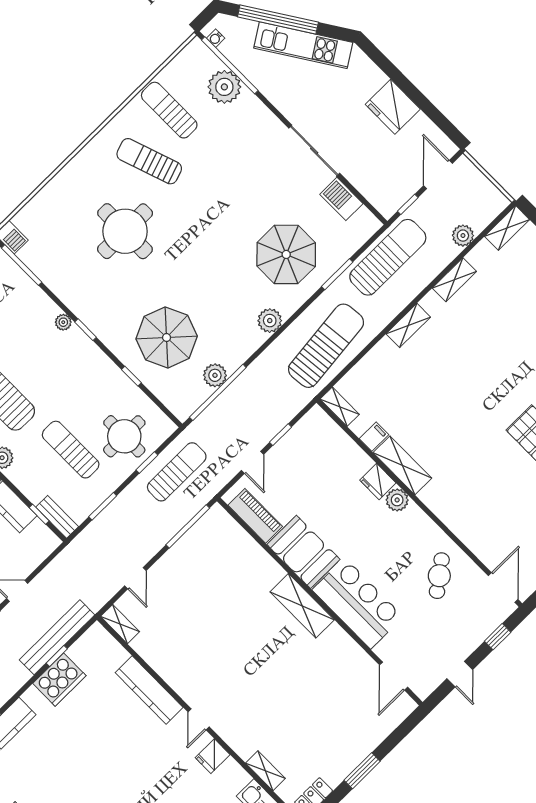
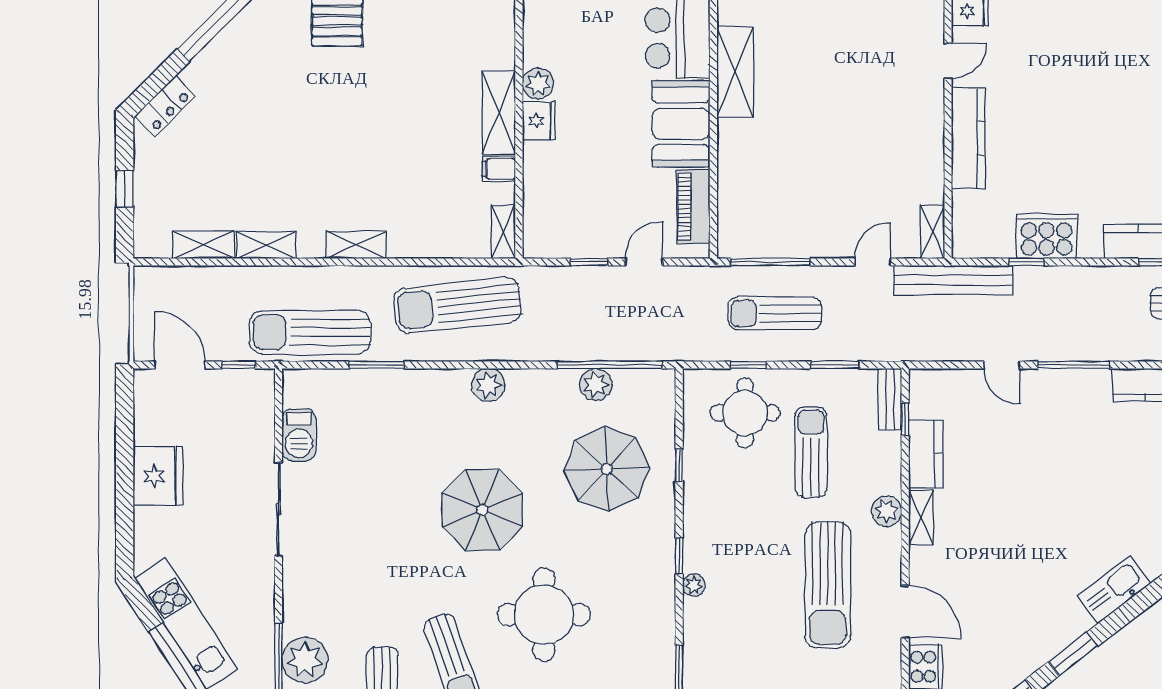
door: (438, 174) -> (180, 365), swing flipped
shelving: (507, 228) -> (204, 245), moved
plant: (463, 236) -> (215, 280), removed
parasol: (286, 254) -> (482, 510), moved
sun lounger: (71, 450) -> (811, 452), turned 180
sun lounger: (177, 472) -> (775, 313), moved
bench: (57, 637) -> (953, 280), moved

